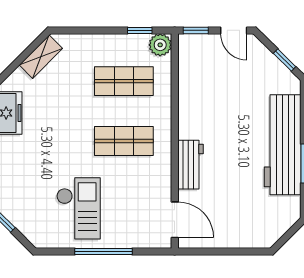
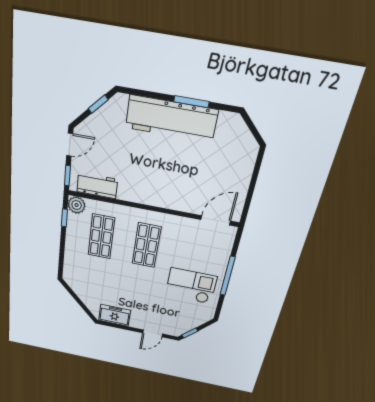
shelving: (41, 57) -> (78, 288), removed
workbench: (190, 165) -> (97, 185), moved

